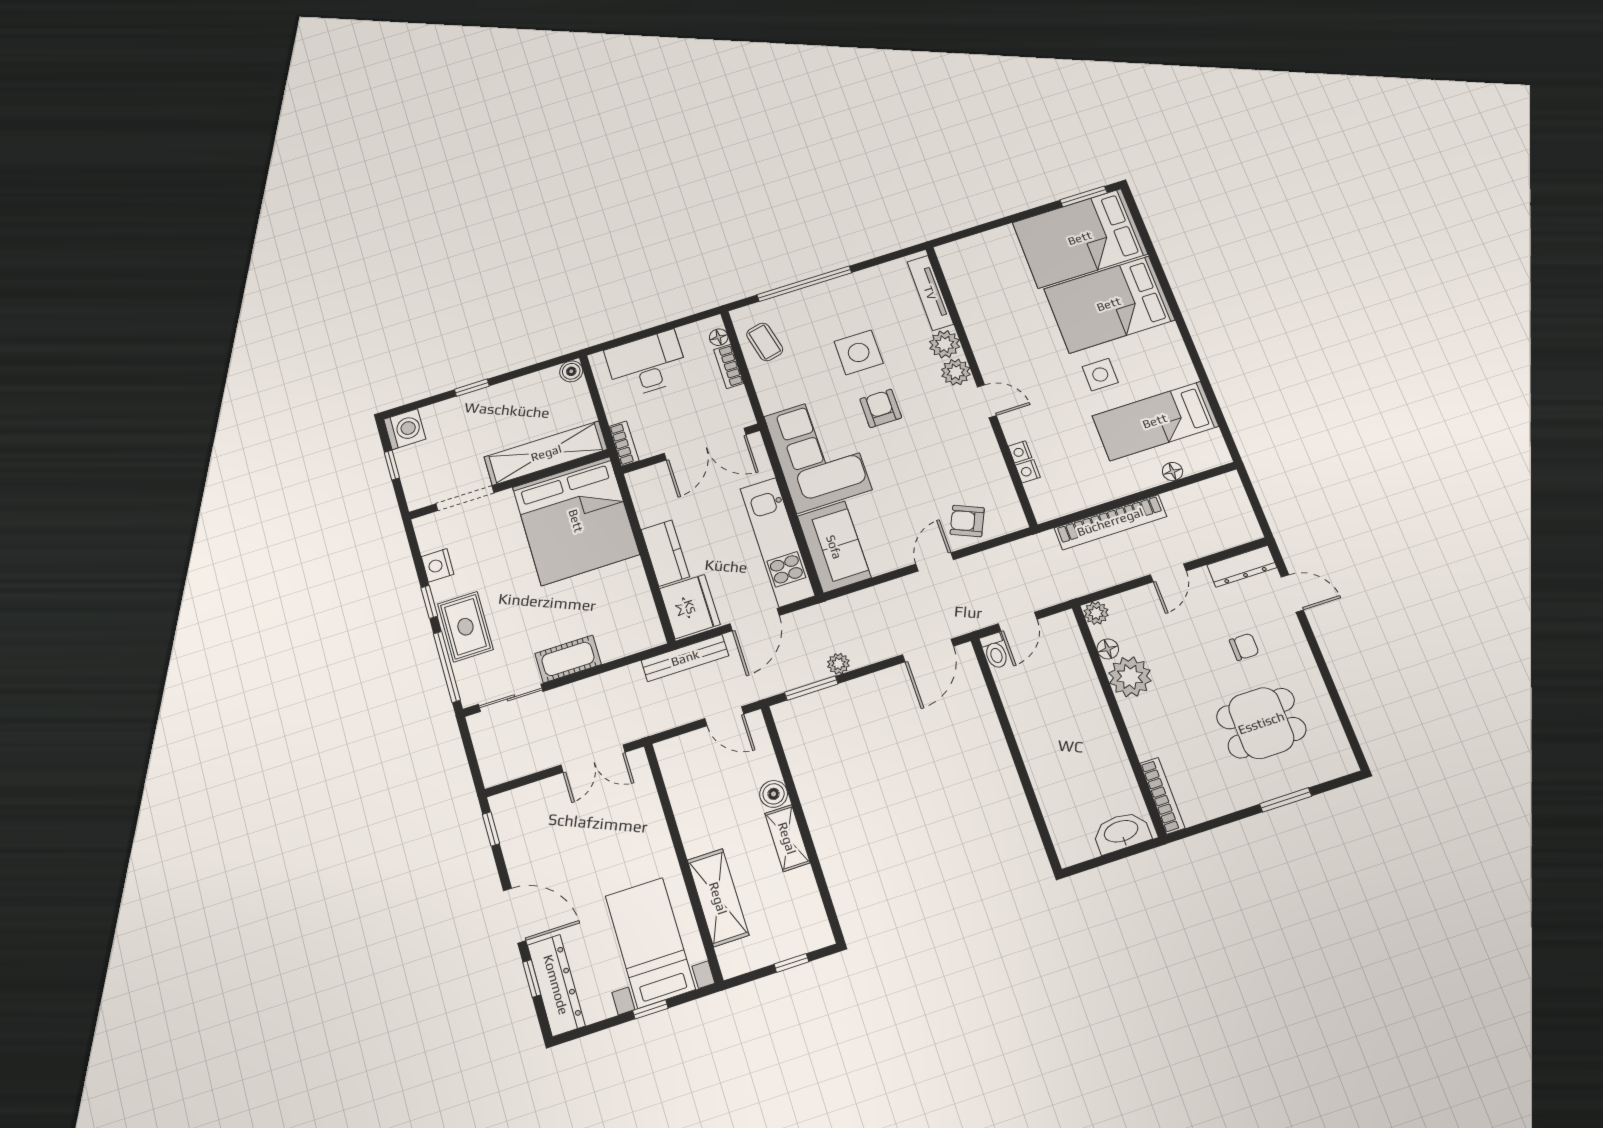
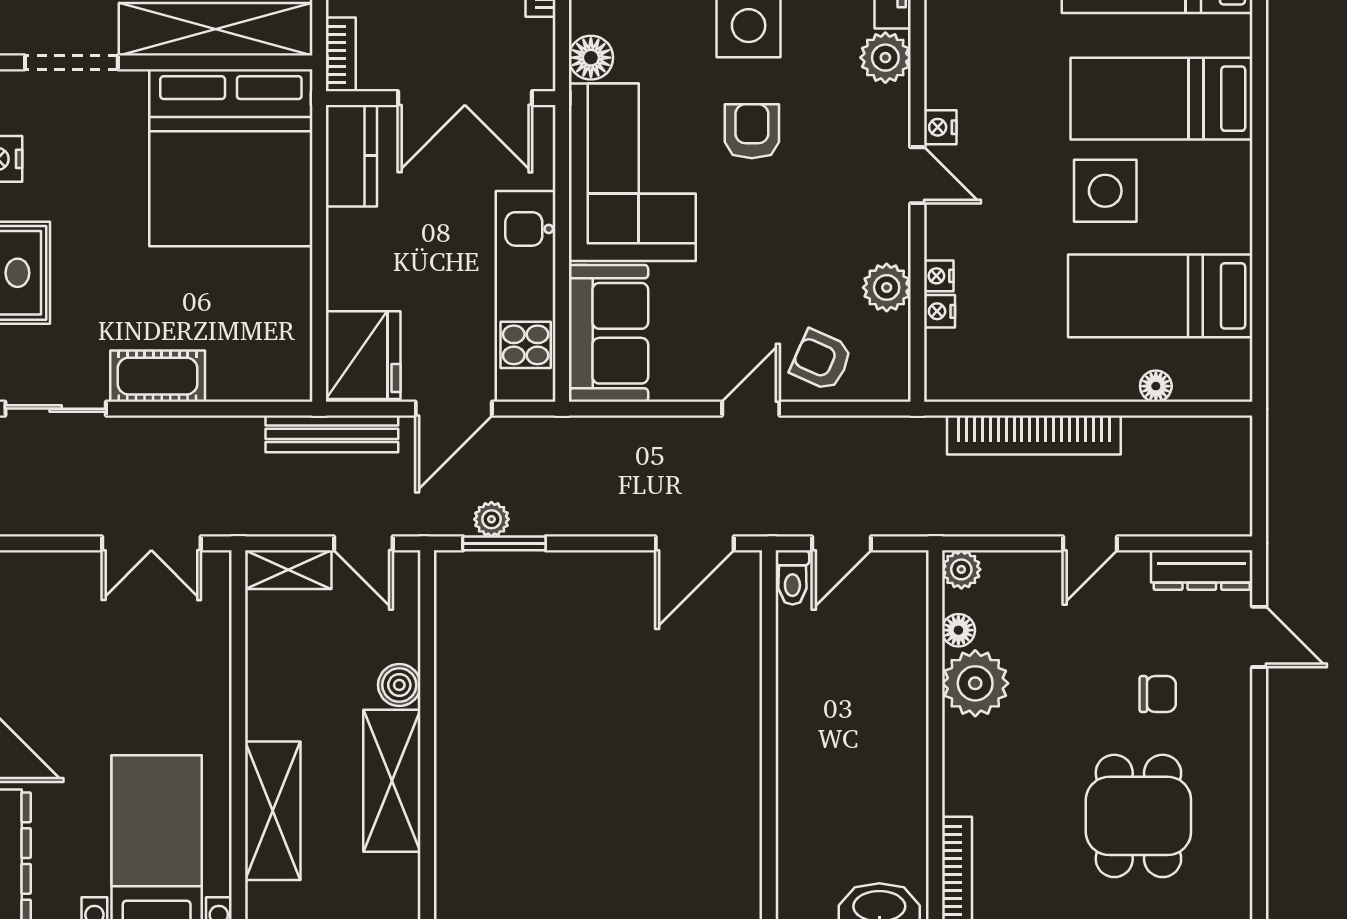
bed: (1109, 304) -> (1162, 99), width x0.67
nightstand: (991, 371) -> (940, 127), added
plant: (956, 372) -> (887, 287), moved
side table: (1100, 375) -> (1105, 191), width x1.37, depth x1.37
floor lamp: (772, 399) -> (591, 58), added
kitchen counter: (665, 553) -> (351, 156), moved
plant: (838, 664) -> (491, 519), moved
dining table: (1261, 723) -> (1138, 816), turned 90
shelving: (683, 747) -> (288, 570), added
shelving: (787, 838) -> (392, 781), width x1.50, depth x1.33

